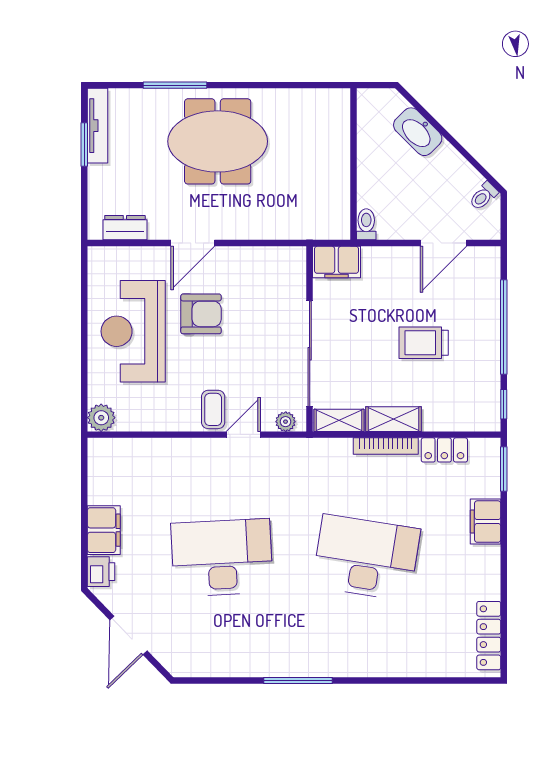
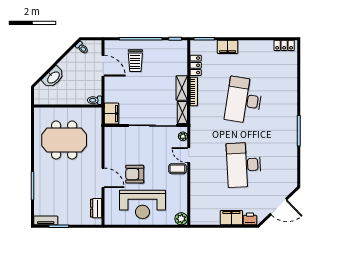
tv unit: (98, 126) -> (46, 220), width x0.71
meeting table: (218, 141) -> (64, 140), moved, turned 90
armchair: (201, 314) -> (135, 174), turned -90
trolley: (424, 343) -> (135, 61), moved
locker: (489, 636) -> (284, 45), width x0.66

